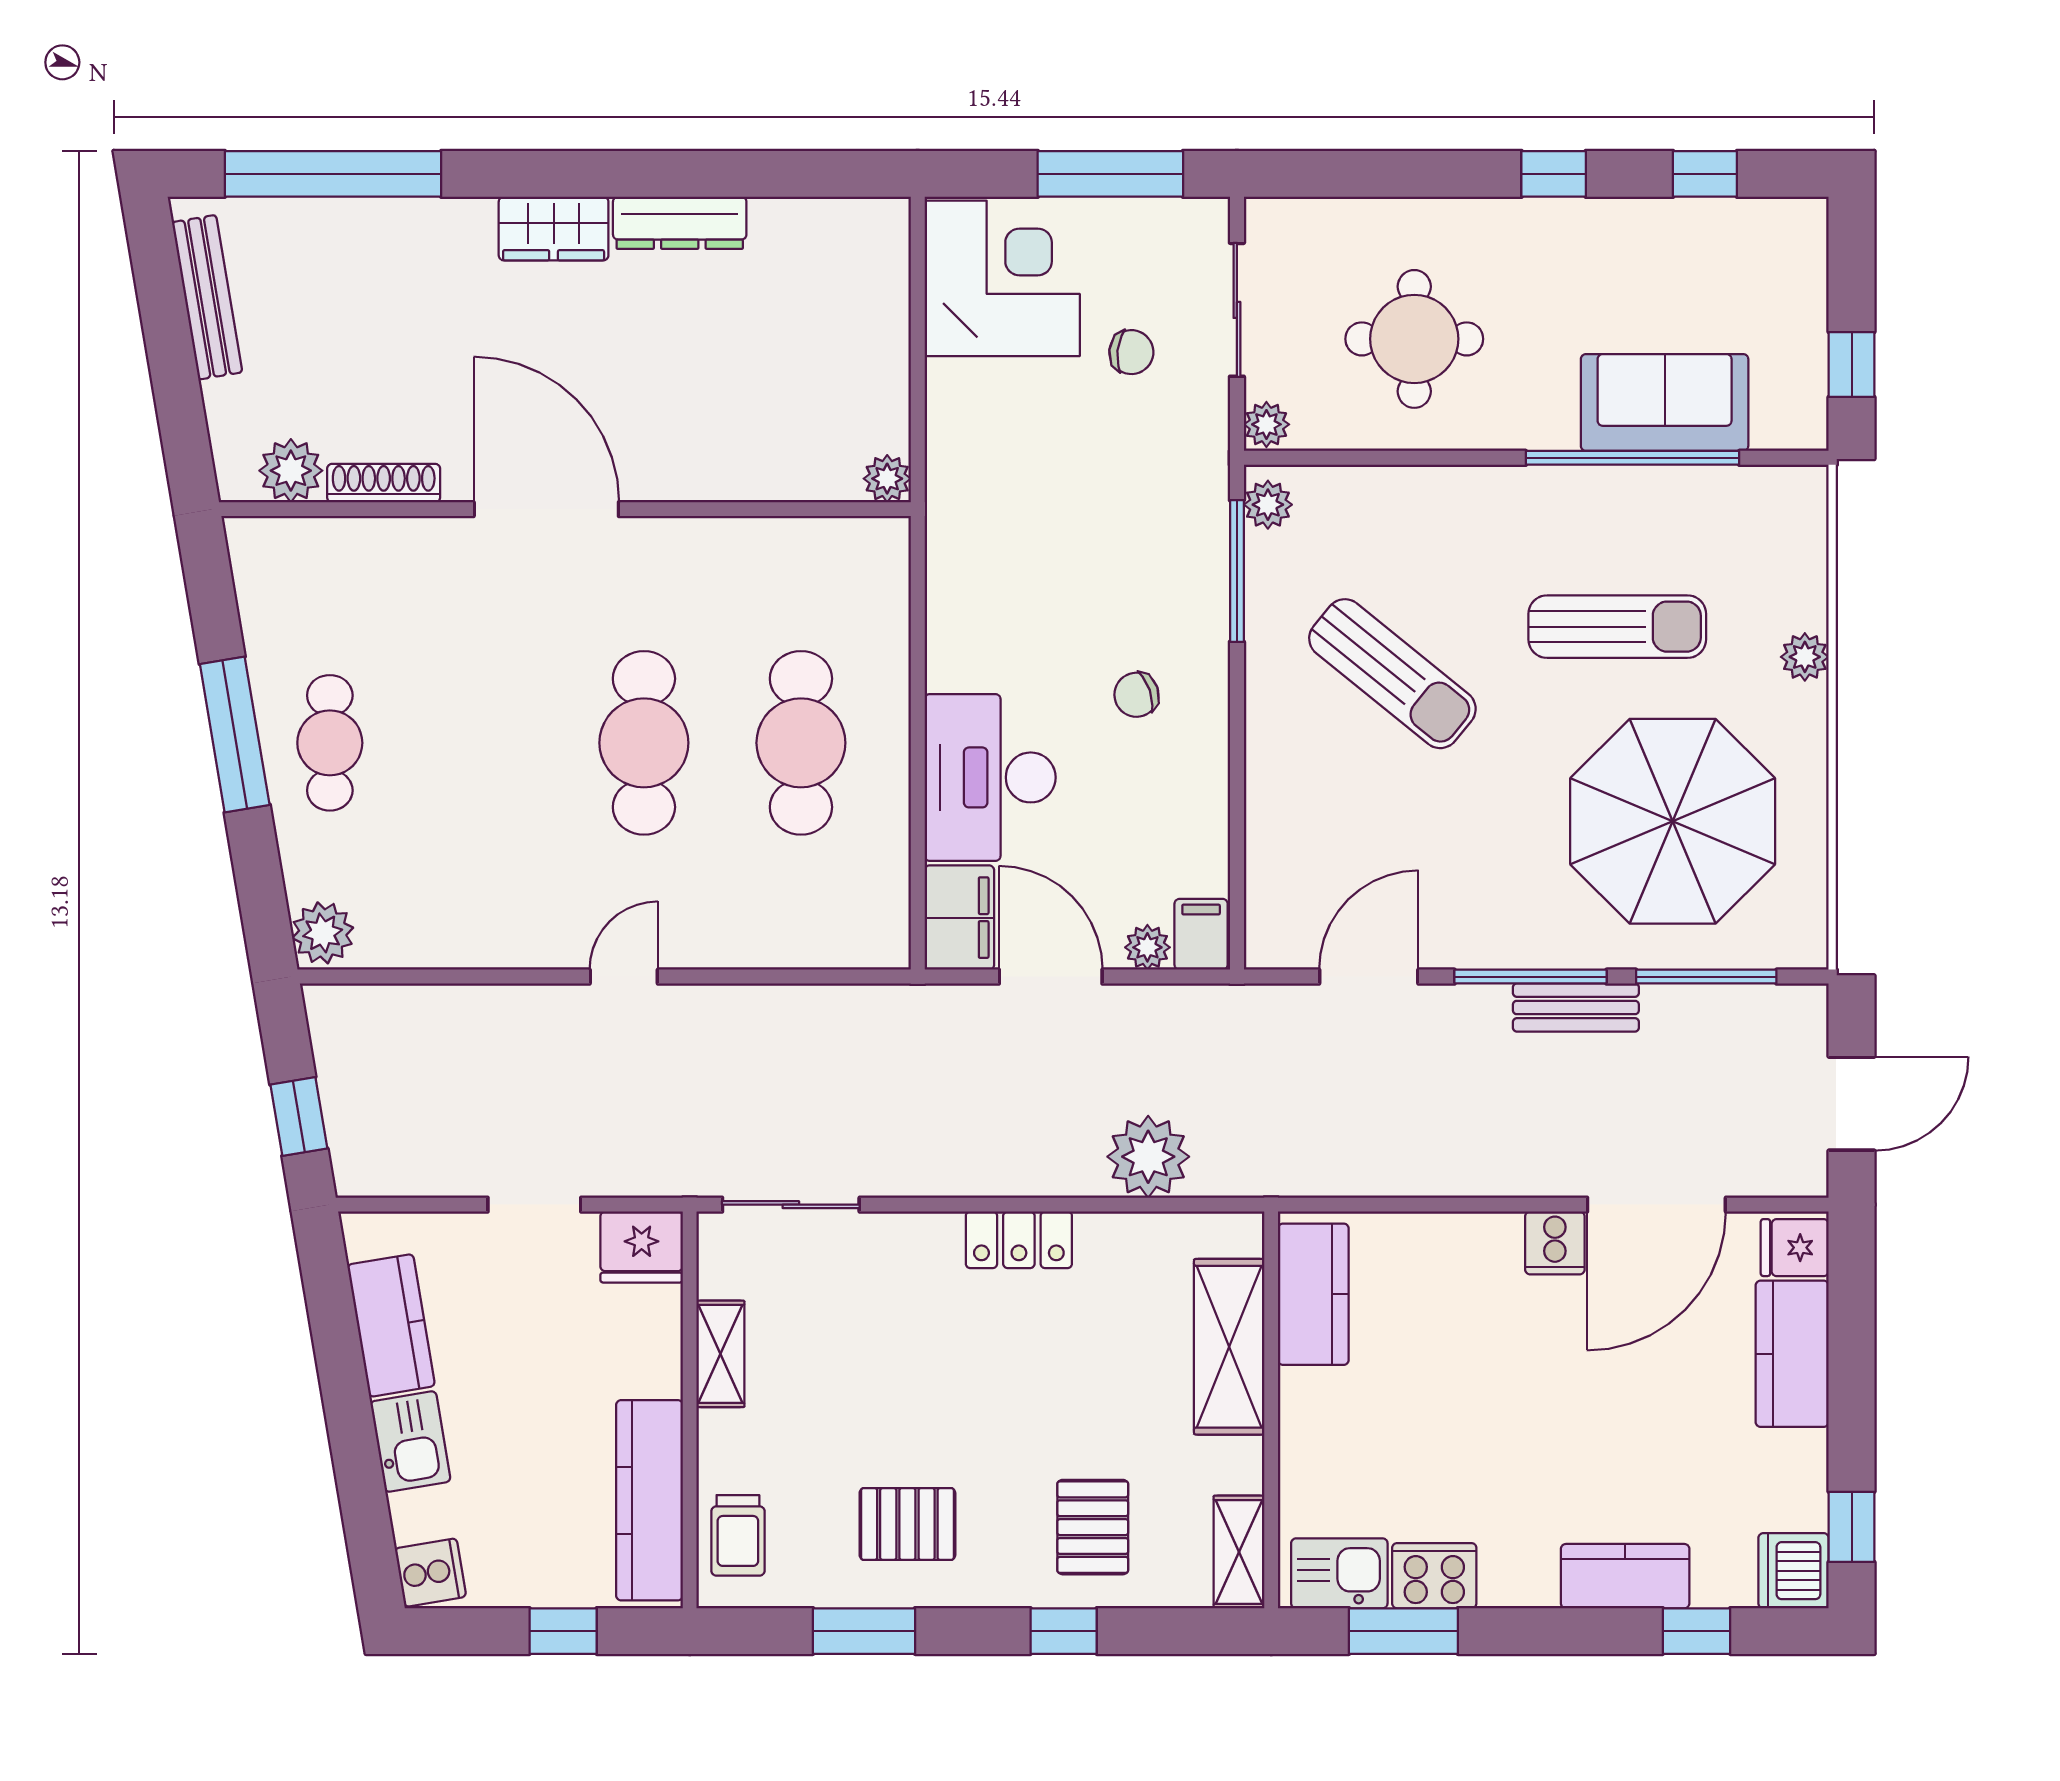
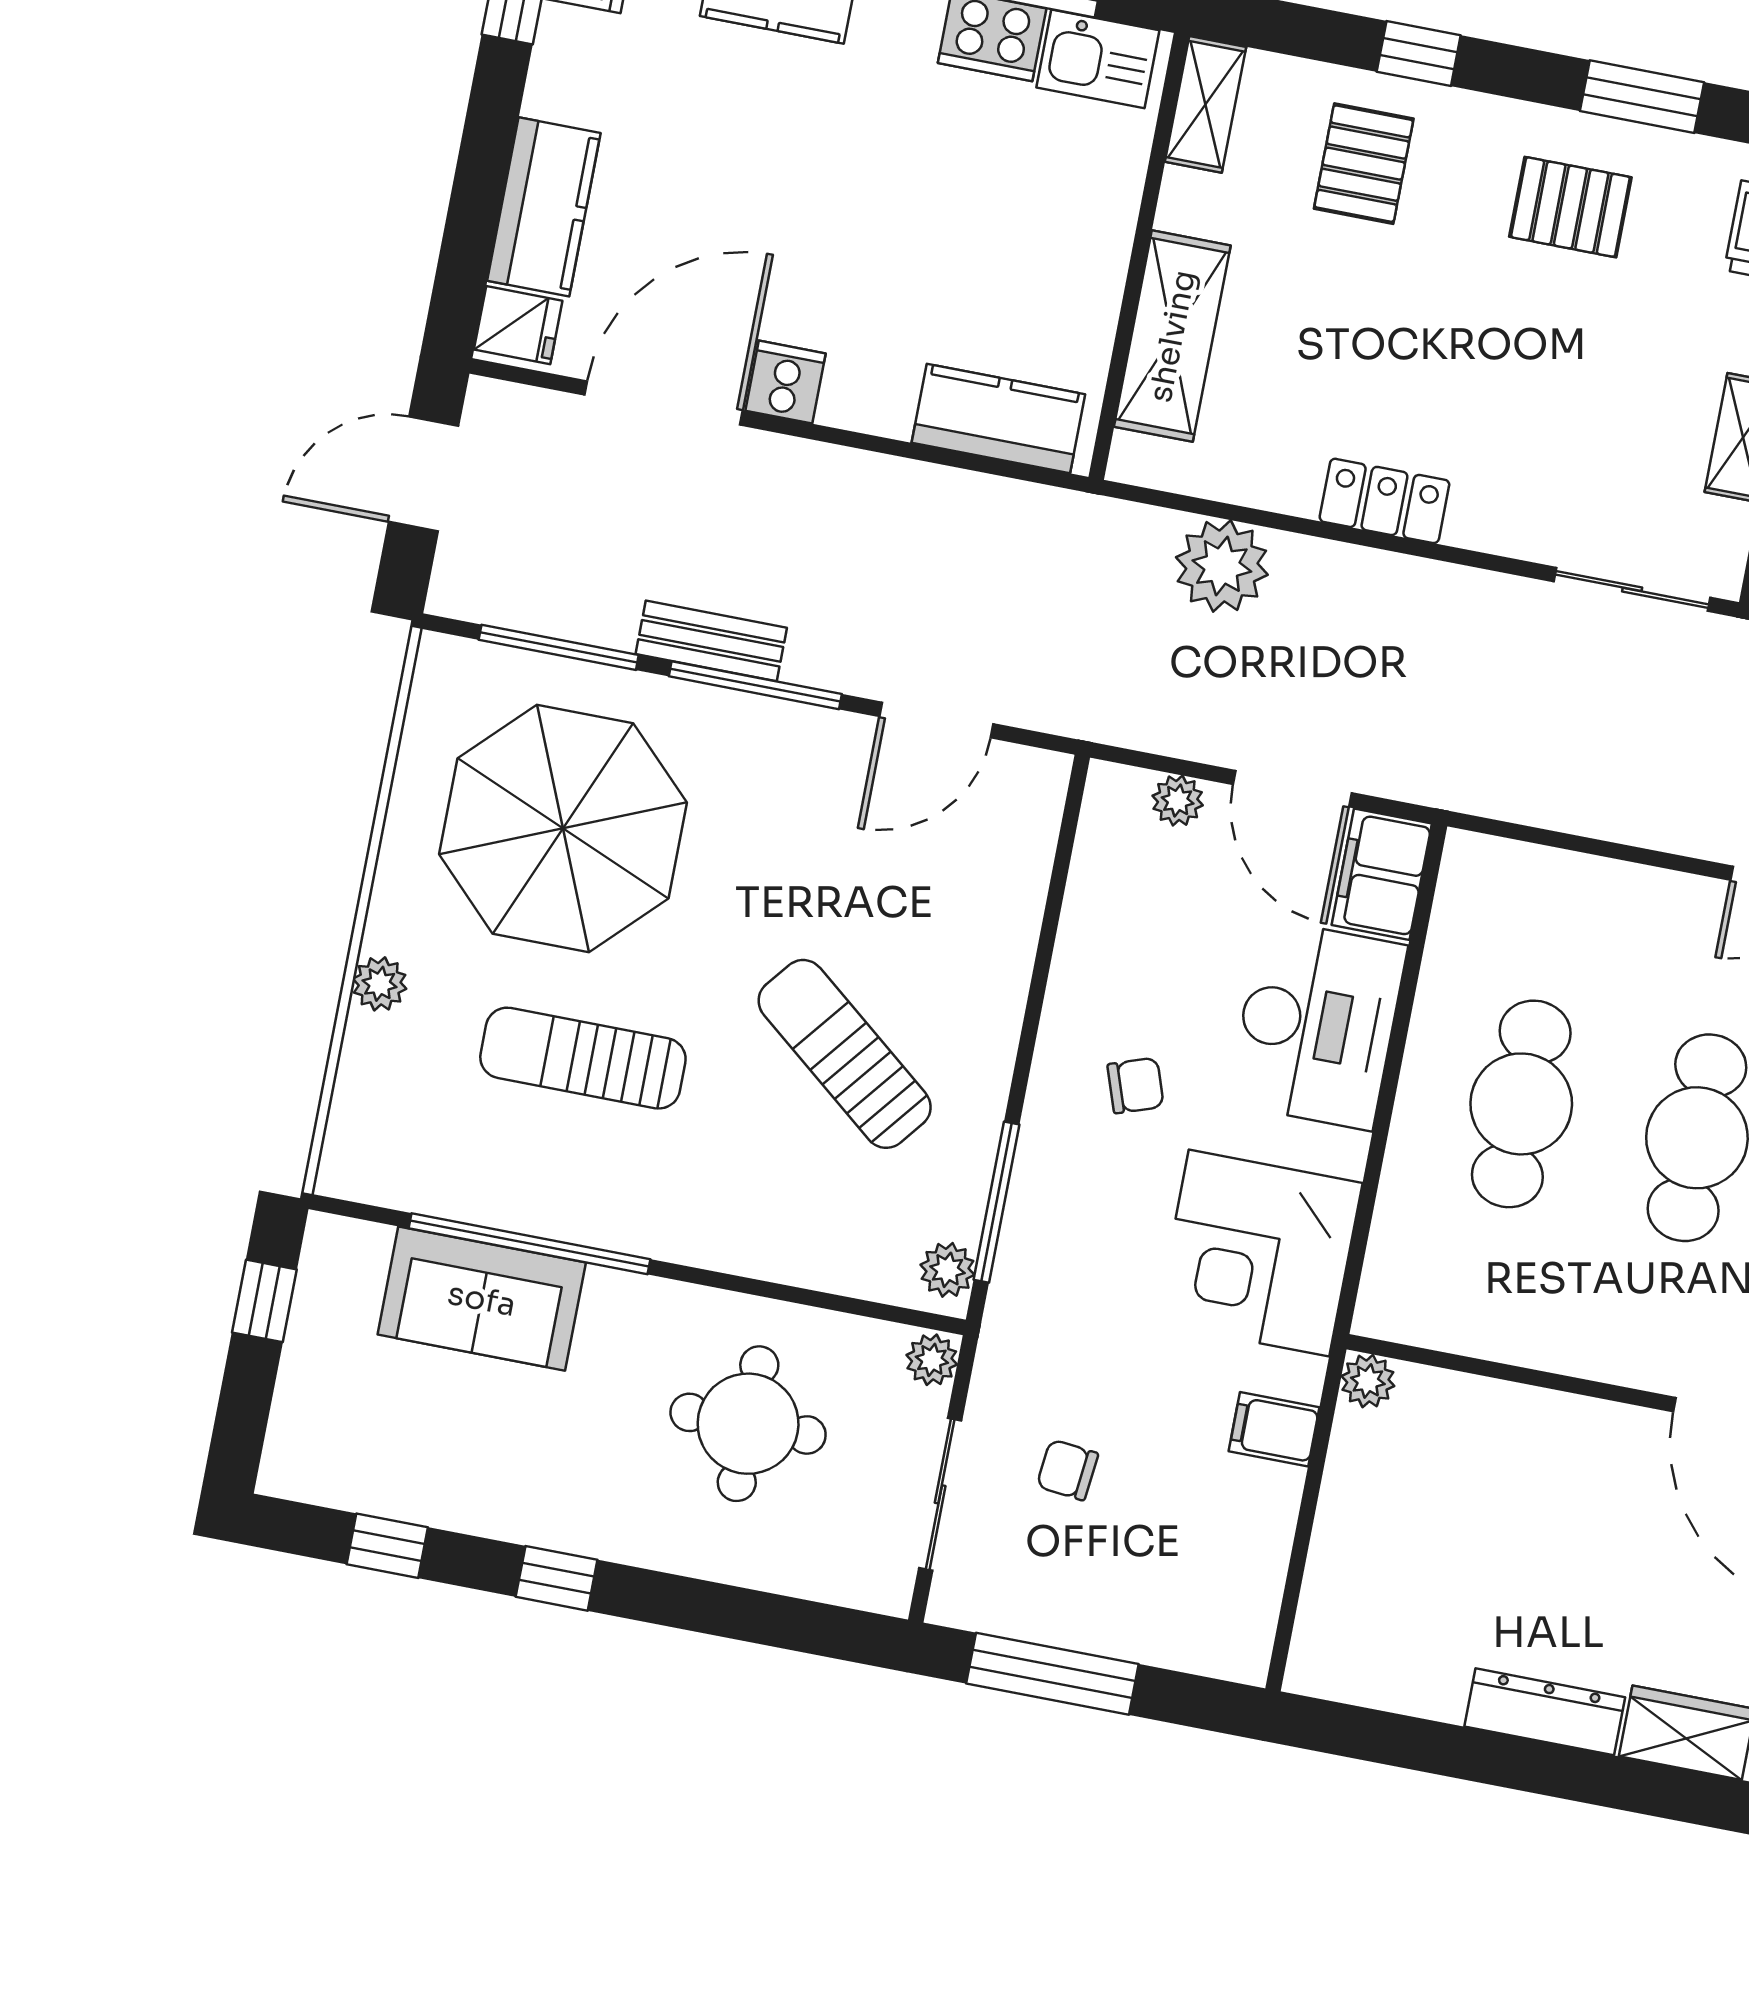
corner desk: (1002, 278) -> (1259, 1253), moved
filing cabinet: (1201, 934) -> (1274, 1429), moved, turned 90
kitchen counter: (1313, 1294) -> (998, 418), moved, turned 90

